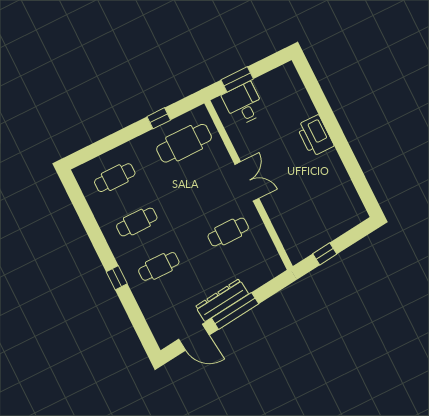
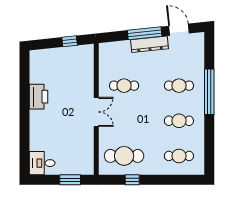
desk: (244, 104) -> (42, 163), moved, turned 90
printer: (315, 136) -> (38, 97), moved
double door: (247, 181) -> (96, 112), swing flipped
window: (117, 278) -> (209, 92), width x3.17

